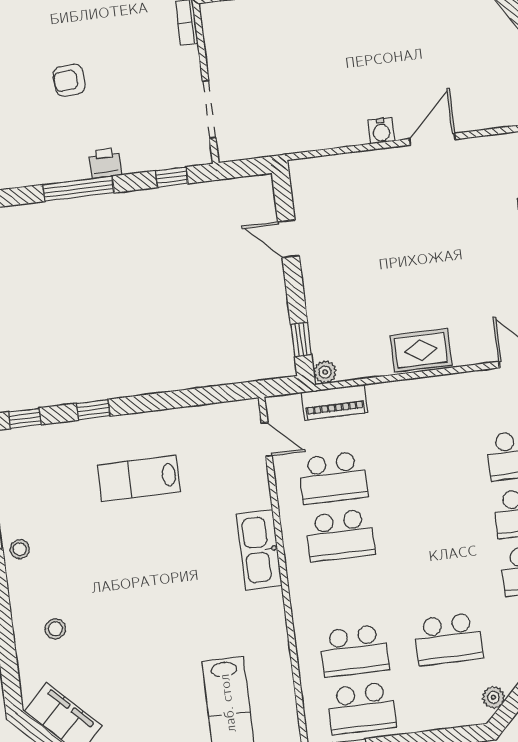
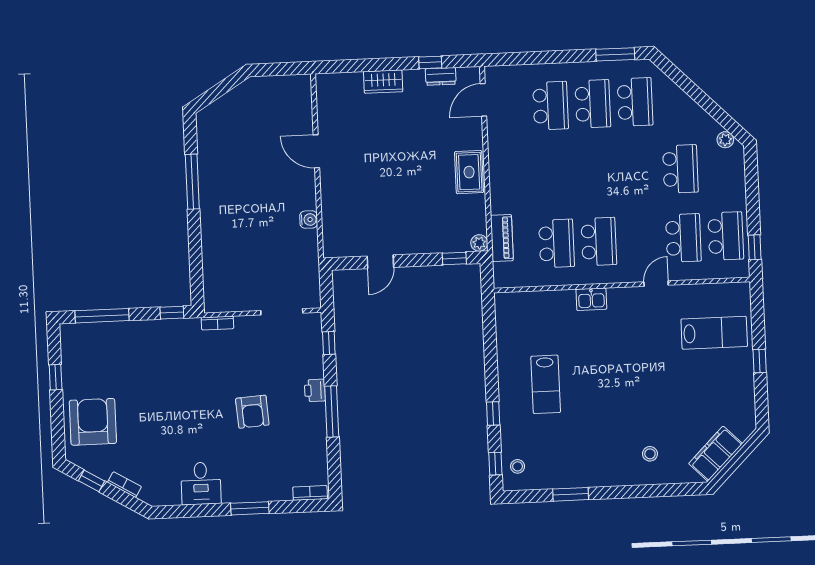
armchair: (69, 80) -> (252, 412), width x1.38, depth x1.38
water cooler: (381, 131) -> (309, 220), moved
door: (267, 439) -> (656, 284), moved
stool: (20, 549) -> (518, 466), moved
kitchen sink: (259, 550) -> (591, 299), width x0.53, depth x0.81

